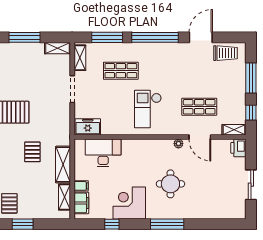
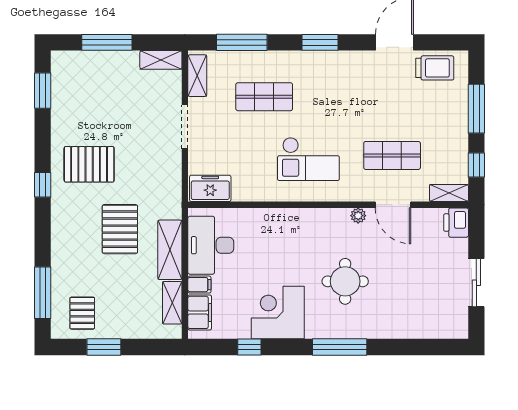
window: (155, 37) -> (320, 42), width x0.47
checkout: (148, 109) -> (308, 159), turned -90
pallet: (32, 152) -> (120, 229), width x1.50, depth x1.42
desk: (103, 153) -> (211, 245), moved, turned -90

